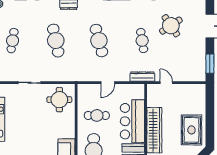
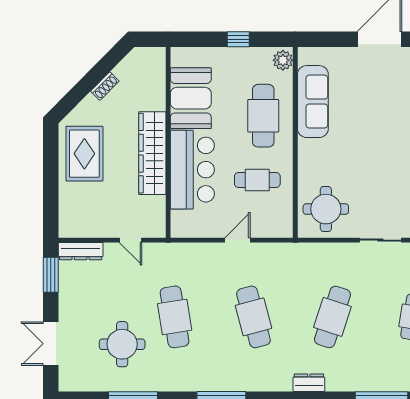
round table: (171, 26) -> (122, 344), turned 34
cafe table: (56, 41) -> (332, 317), turned 30
cafe table: (142, 41) -> (175, 317), width x1.37, depth x1.35
dresser: (142, 77) -> (81, 251), moved

